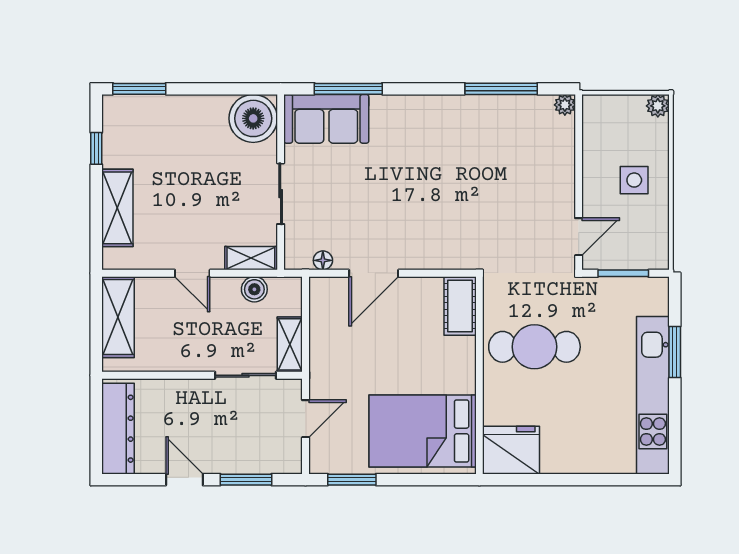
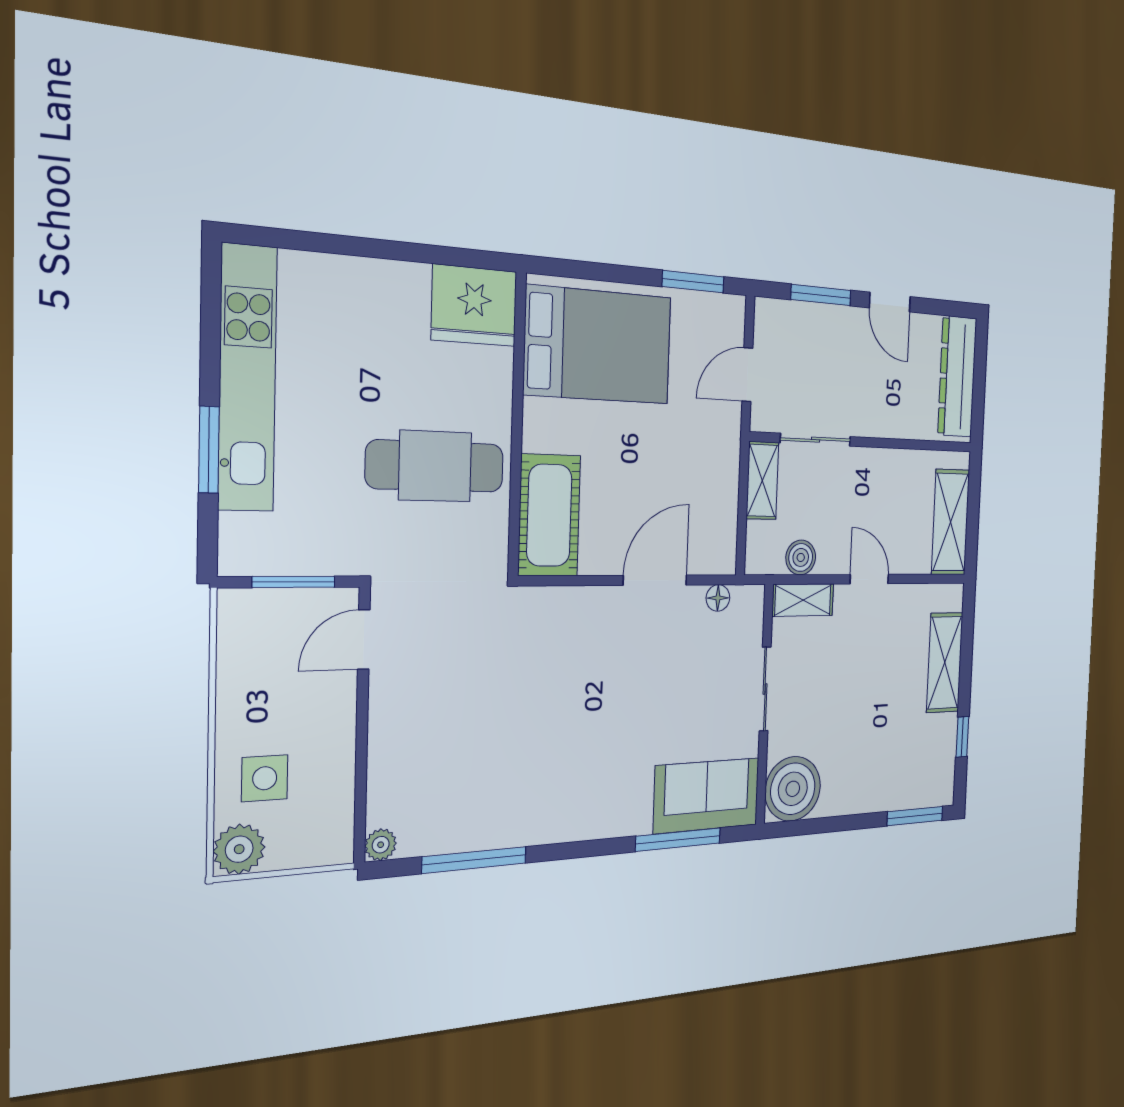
plant: (658, 106) -> (239, 849), width x1.38, depth x1.38
side table: (634, 180) -> (265, 778), moved
cot: (460, 306) -> (549, 515), width x1.37, depth x1.34

